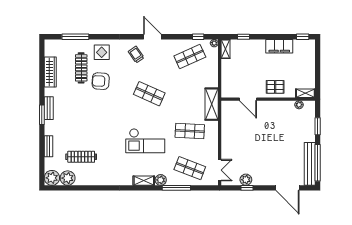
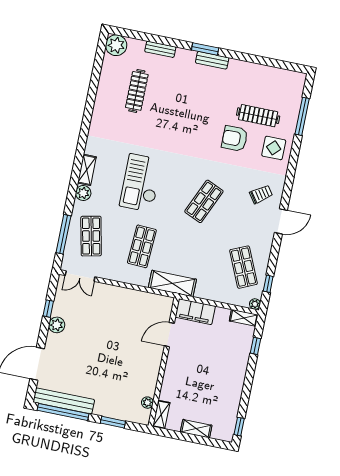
filing cabinet: (279, 46) -> (195, 312), moved, turned -90
shelving: (310, 67) -> (196, 429), added
wardrobe: (50, 72) -> (261, 72), removed
armchair: (101, 81) -> (235, 139), turned -93
pallet: (275, 87) -> (178, 375), removed
shop shelf: (190, 168) -> (91, 236), turned -33
plant: (68, 178) -> (112, 67), removed
plant: (246, 180) -> (57, 325), moved
window: (176, 188) -> (63, 234), moved

